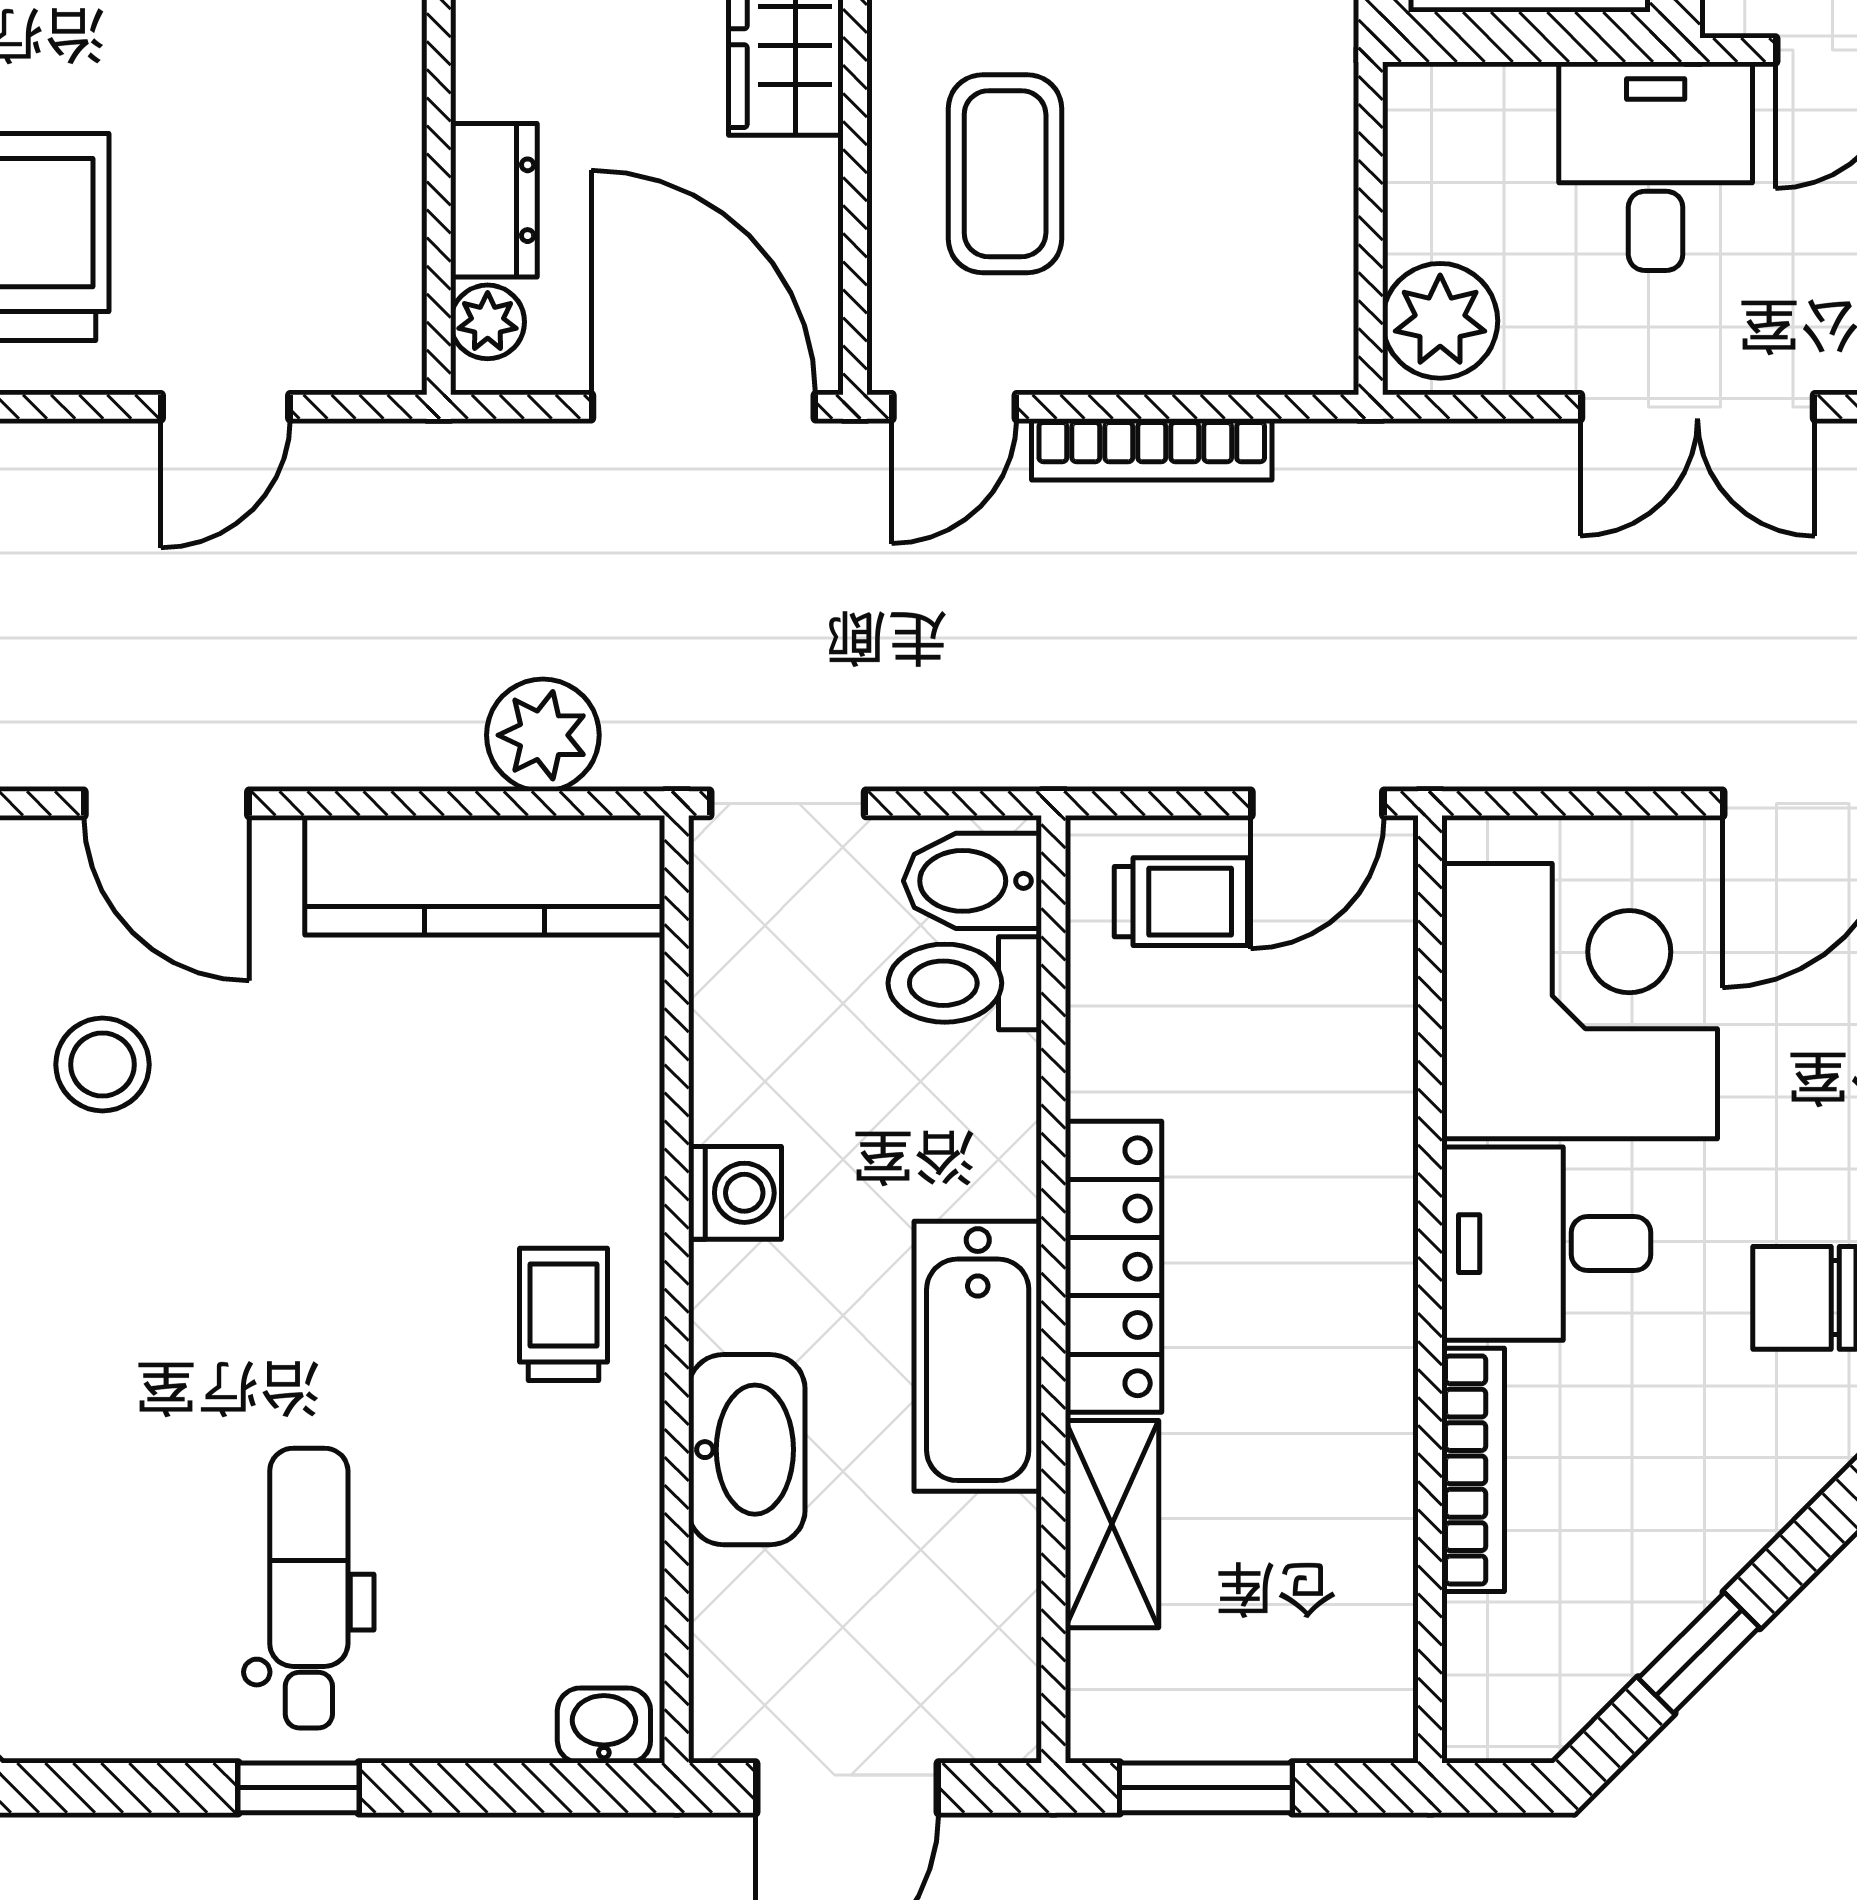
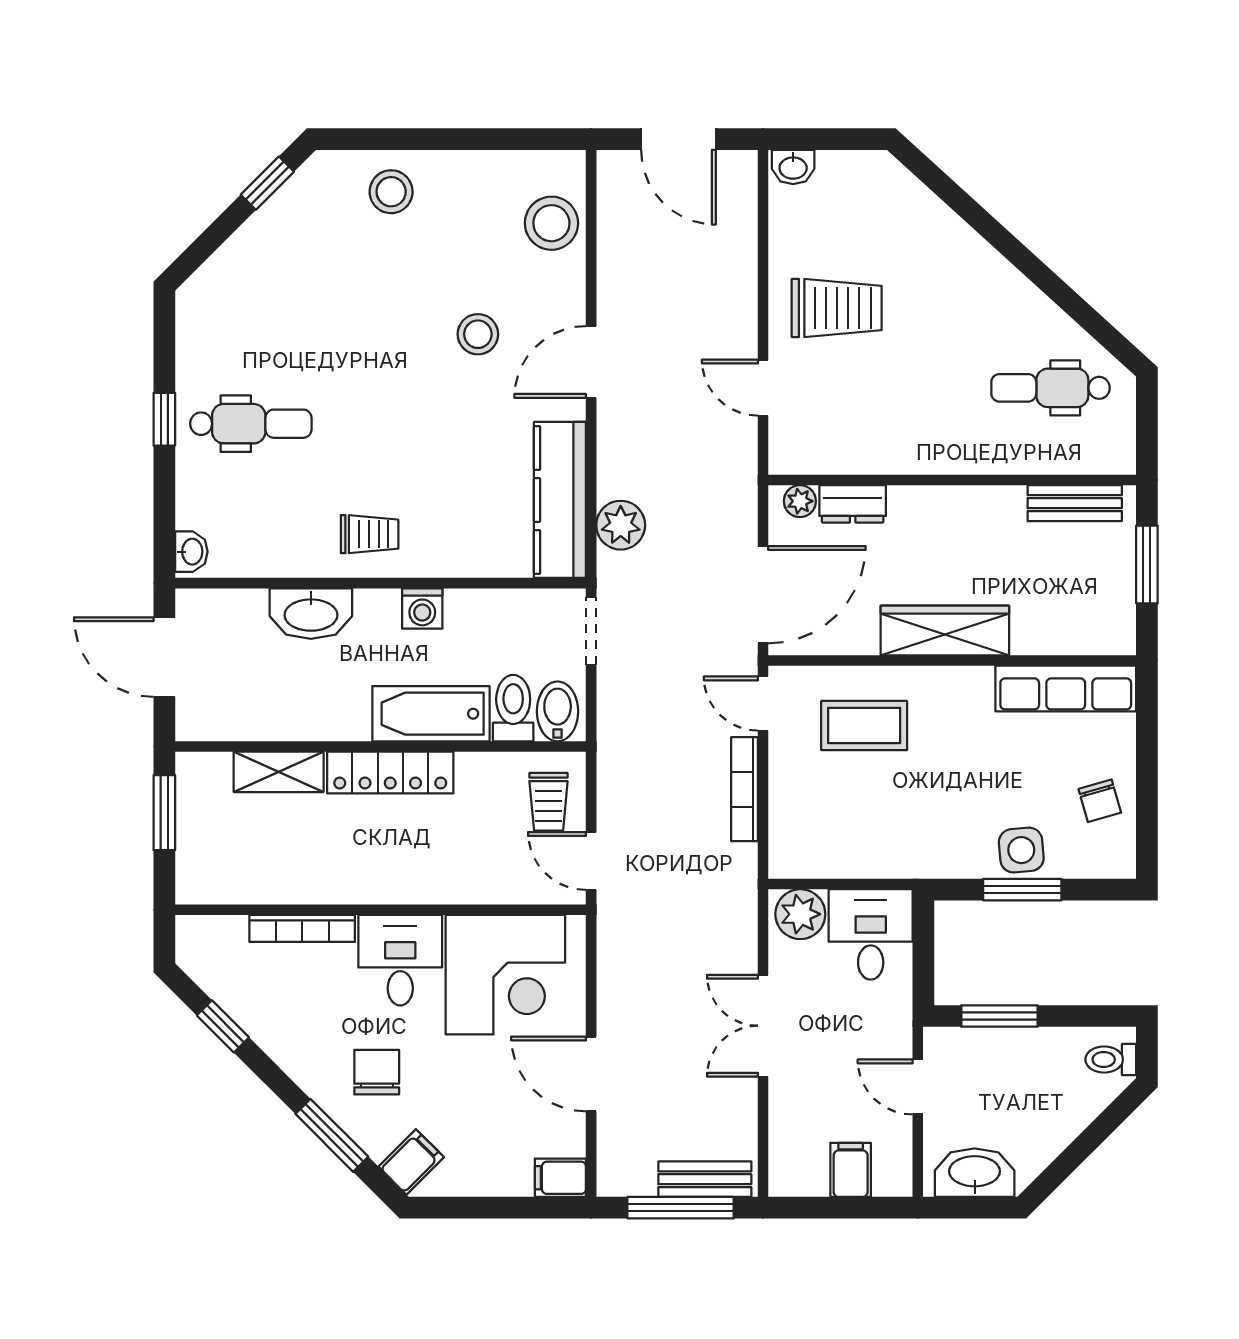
desk: (1656, 166) -> (871, 934), moved, turned -90
bathtub: (978, 1356) -> (431, 714), moved

